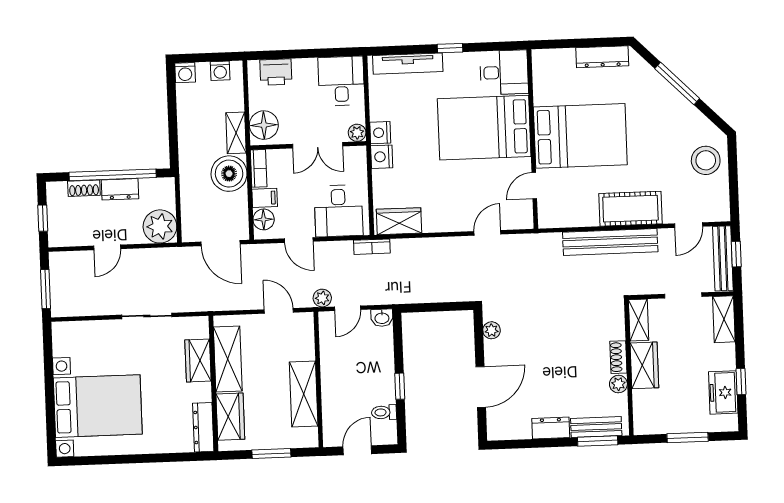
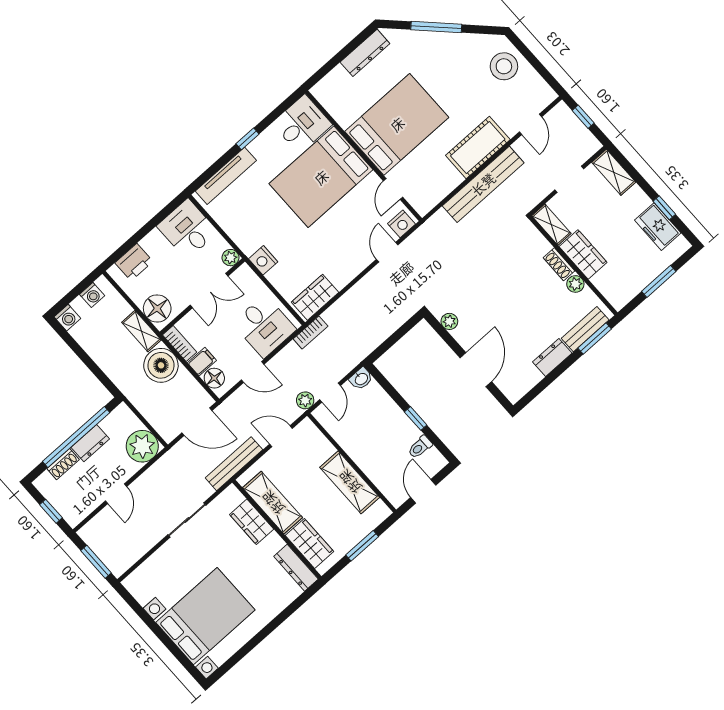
nightstand: (380, 133) -> (401, 224), moved, turned -90
bench: (723, 258) -> (234, 464), moved, turned 90

